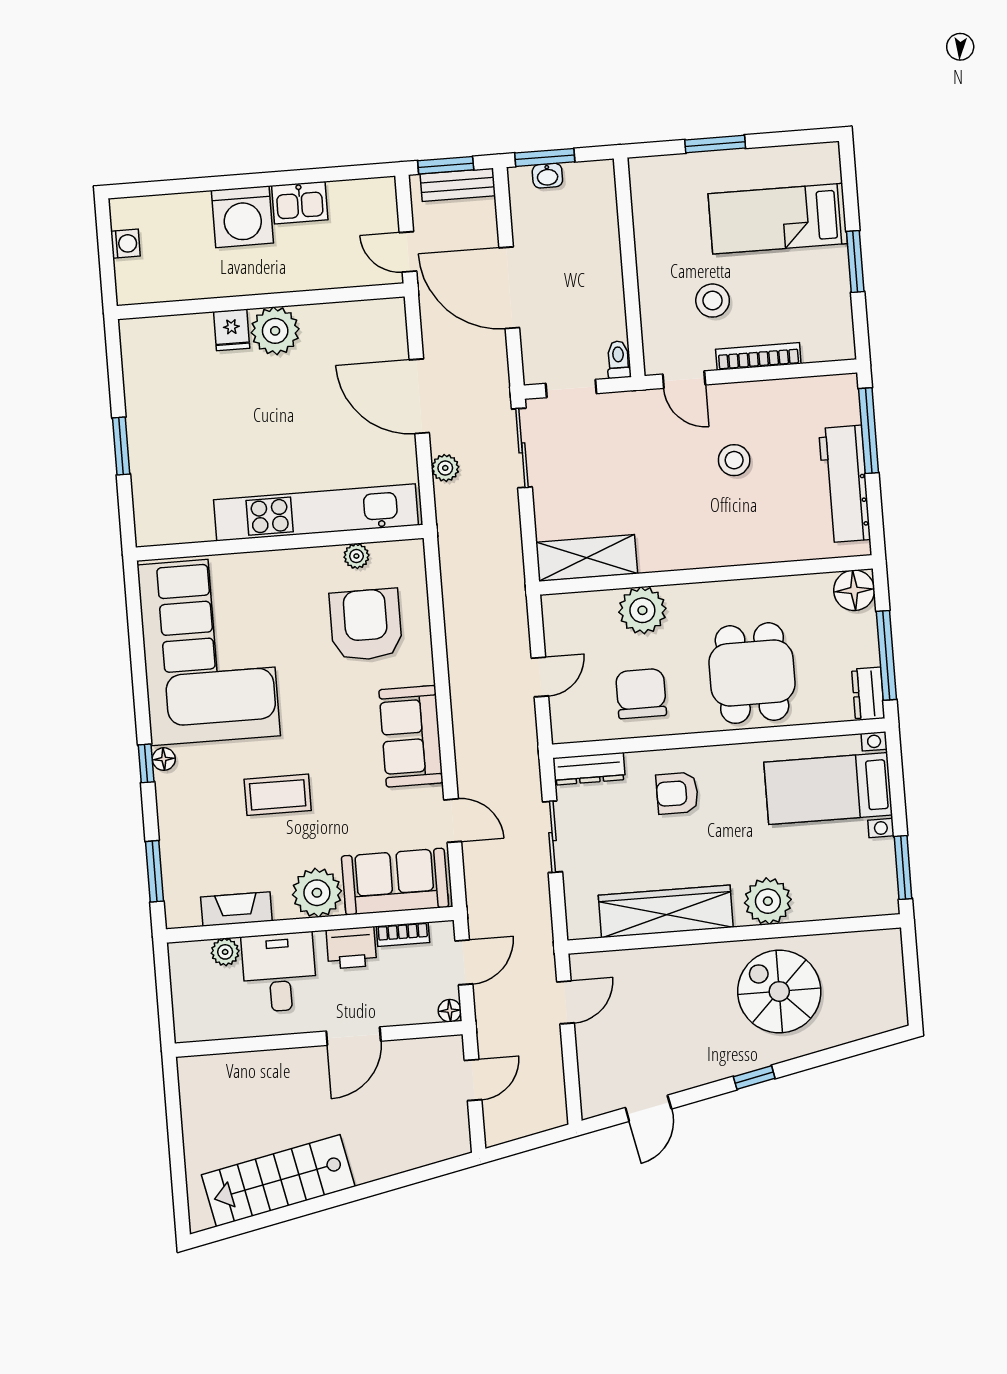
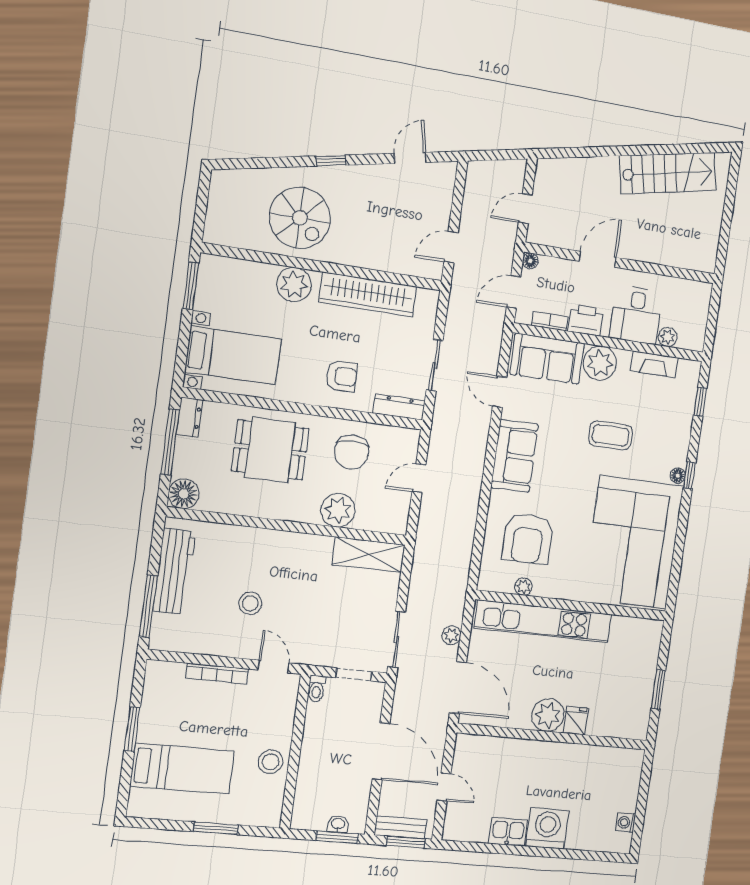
wall: (261, 301) -> (553, 737), moved
stool: (713, 301) -> (270, 762), moved
fridge: (232, 330) -> (576, 721), moved
plant: (275, 331) -> (548, 715), moved
dining table: (752, 673) -> (270, 450), turned 90
window: (155, 871) -> (700, 402), width x0.67

